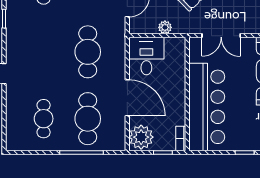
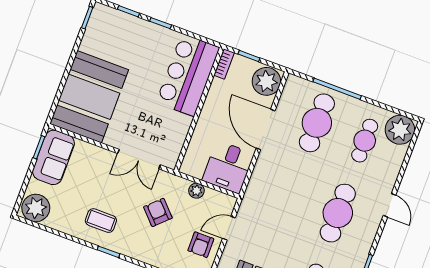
double door: (221, 36) -> (139, 159), swing flipped
cafe table: (88, 52) -> (338, 213), moved
bar counter: (207, 107) -> (188, 75), width x0.73
plant: (18, 138) -> (400, 130), added

